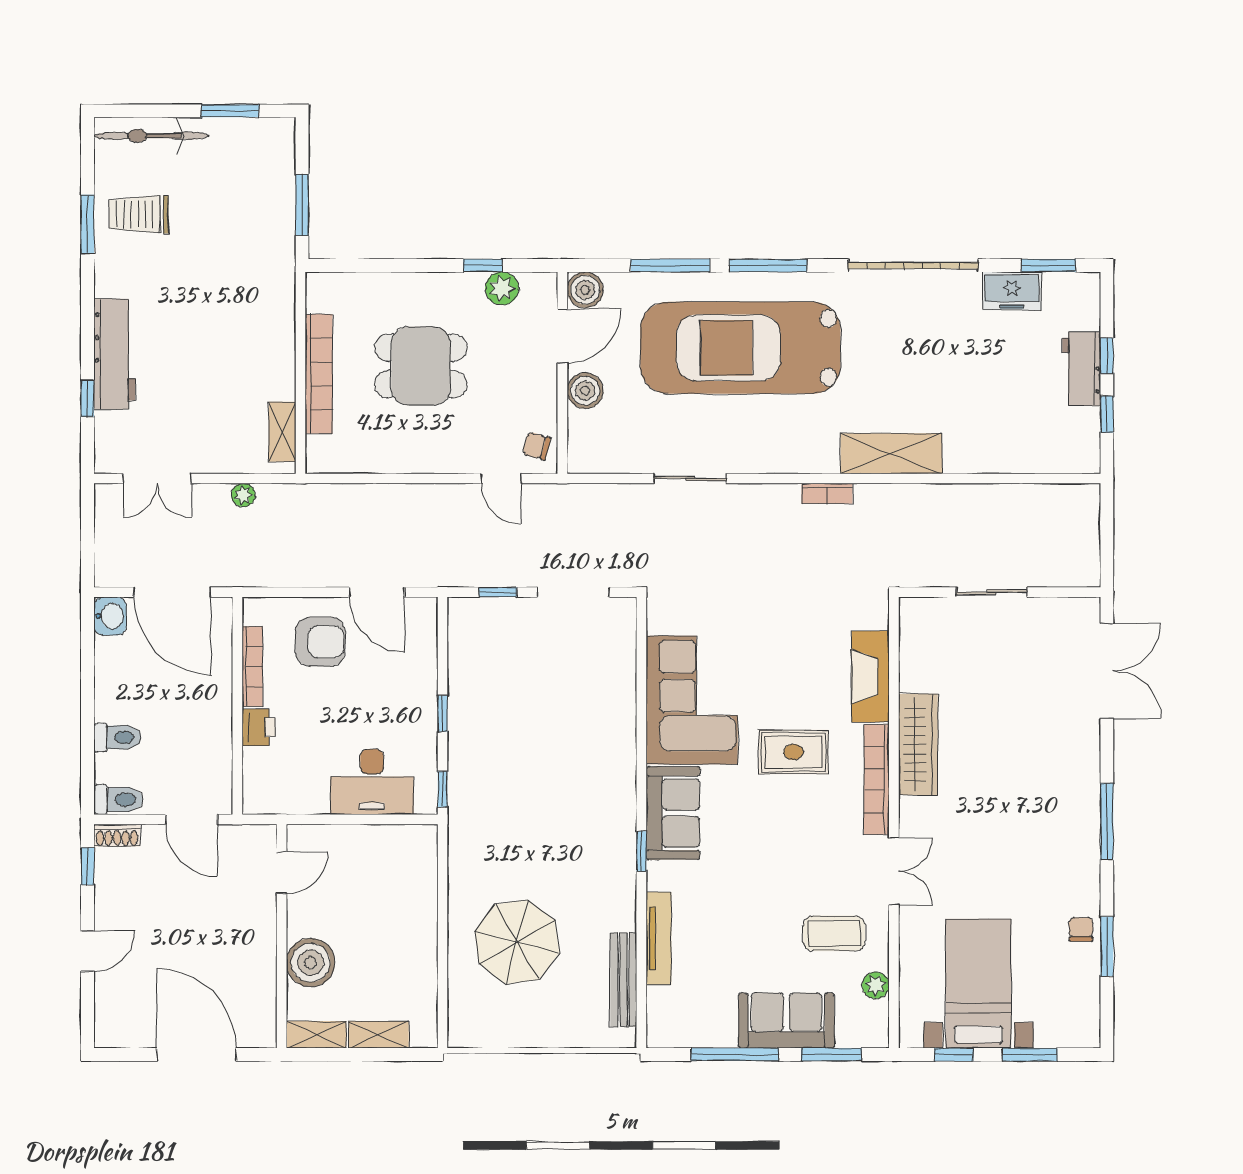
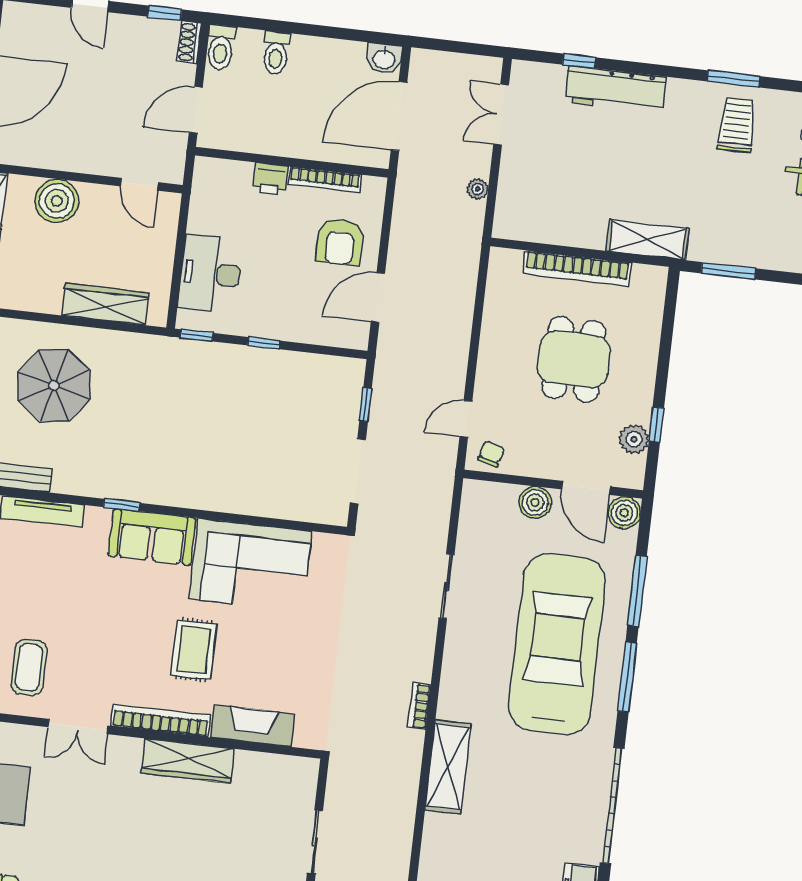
shelving: (282, 432) -> (647, 240), moved, width x1.50, depth x1.33
wardrobe: (420, 895) -> (105, 304), added

